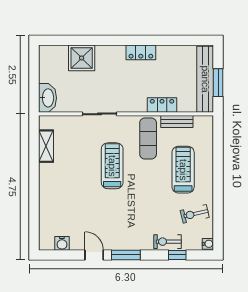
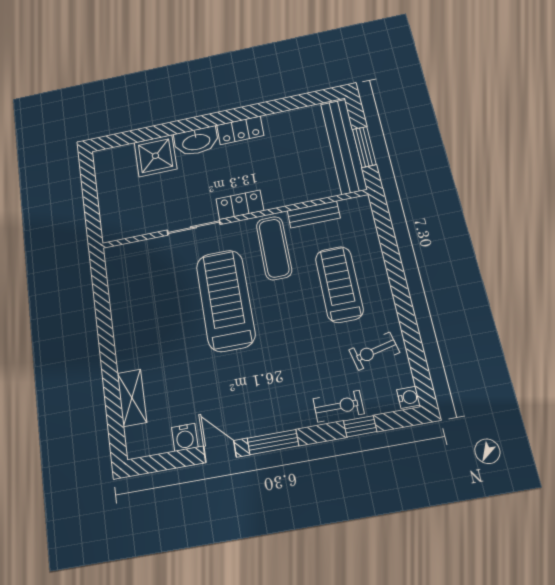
washbasin: (47, 98) -> (196, 141), moved, turned 90
locker: (162, 105) -> (240, 205), moved
shelving: (46, 146) -> (132, 398), moved
treadmill: (112, 166) -> (225, 300), width x1.37, depth x1.38
exercise bike: (167, 242) -> (339, 406), turned 180
water cooler: (62, 243) -> (185, 437), moved

